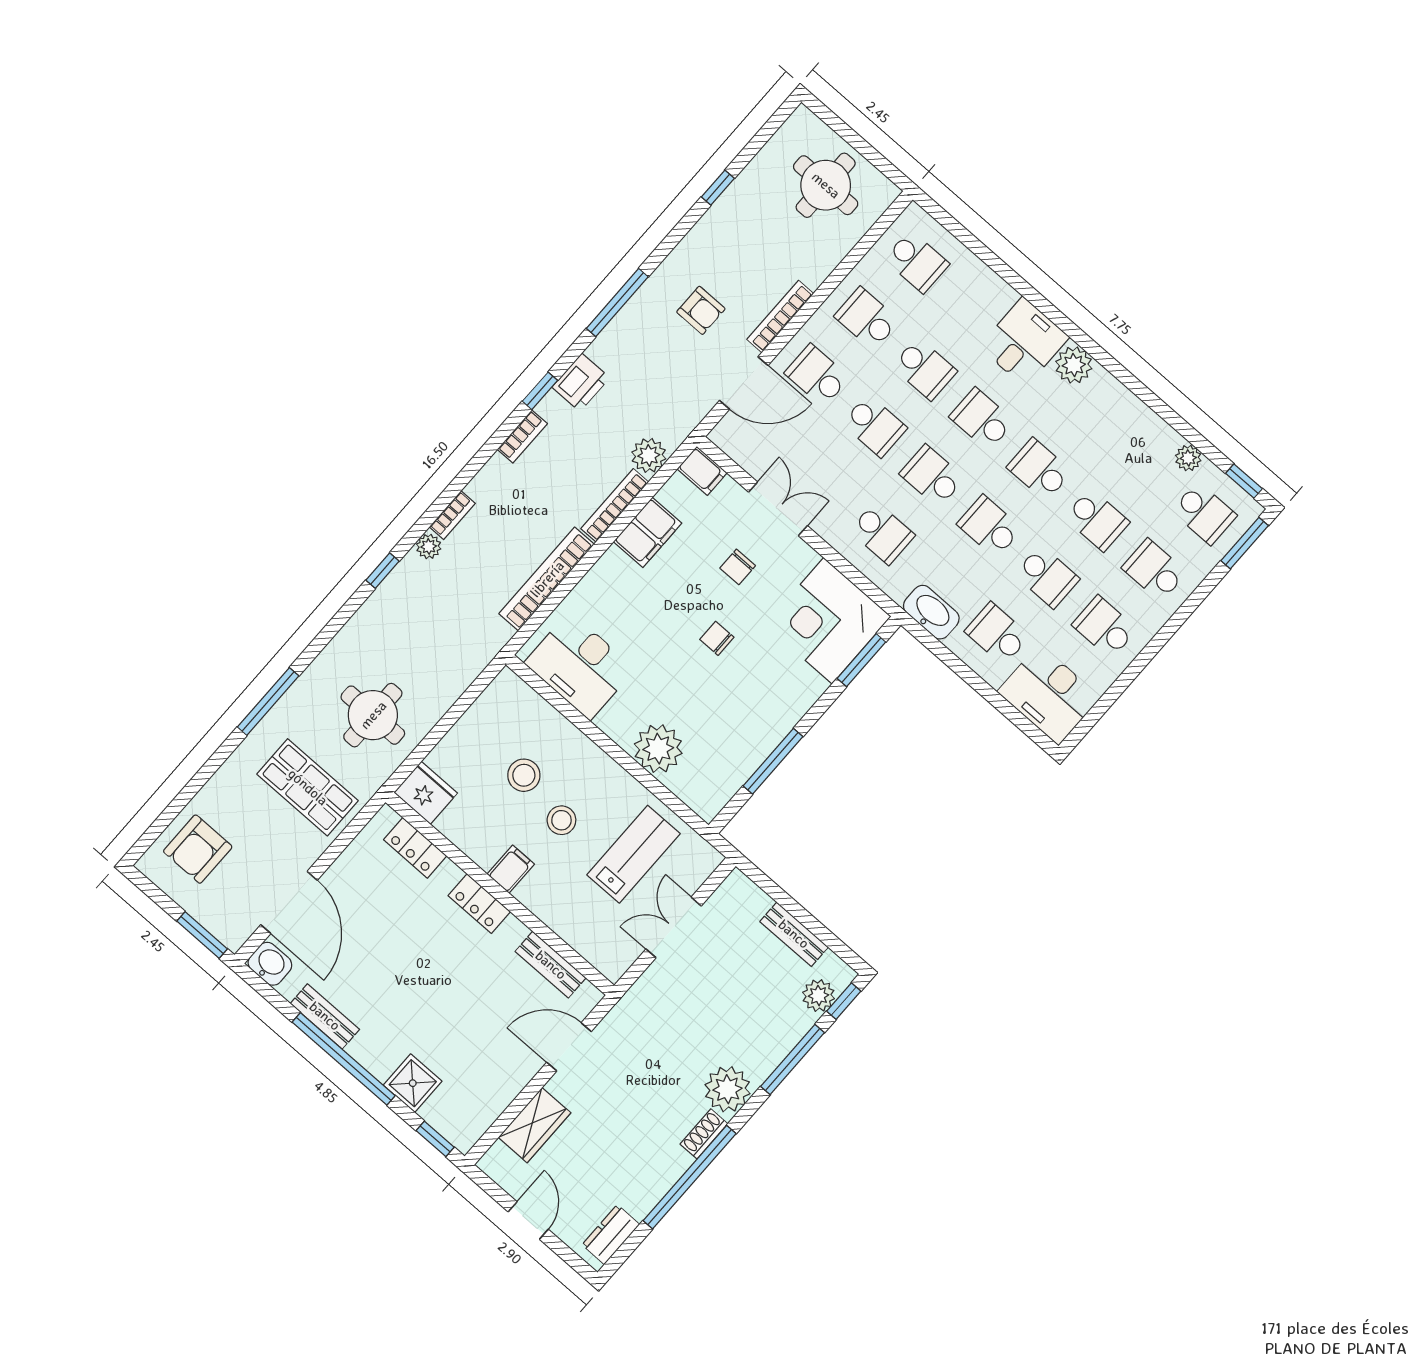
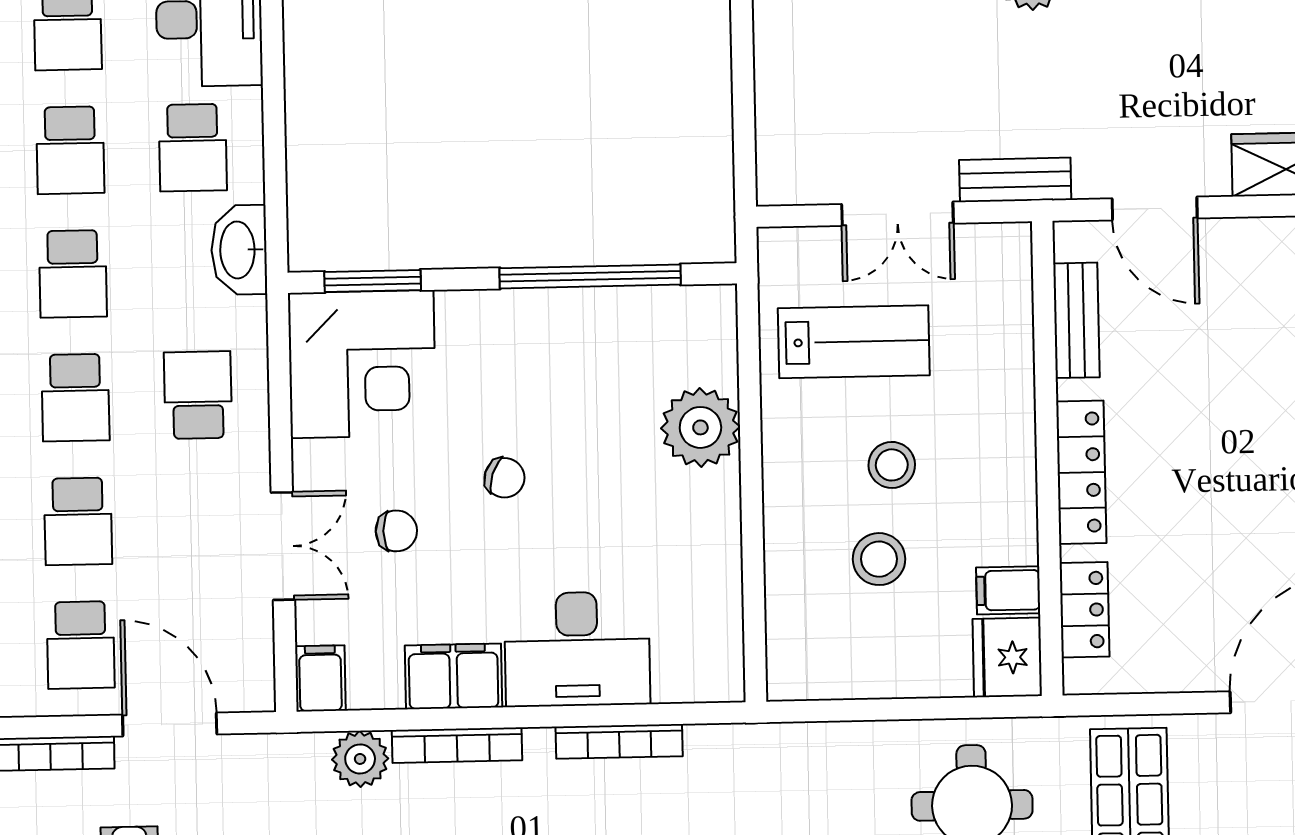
school desk: (875, 426) -> (78, 521), turned 180
double door: (778, 509) -> (283, 546), swing flipped
school desk: (1047, 577) -> (70, 150), turned 180
bookcase: (547, 579) -> (619, 741), width x0.68, depth x0.76
chair: (717, 638) -> (504, 478), turned -71
desk: (580, 666) -> (577, 649), moved, turned 90
window: (773, 761) -> (590, 276), width x1.46
lab bench: (633, 854) -> (854, 342), turned 180
filing cabinet: (511, 869) -> (1008, 590), moved
locker: (479, 904) -> (1081, 472), width x1.53
bench: (794, 934) -> (1015, 180), moved, turned 90

